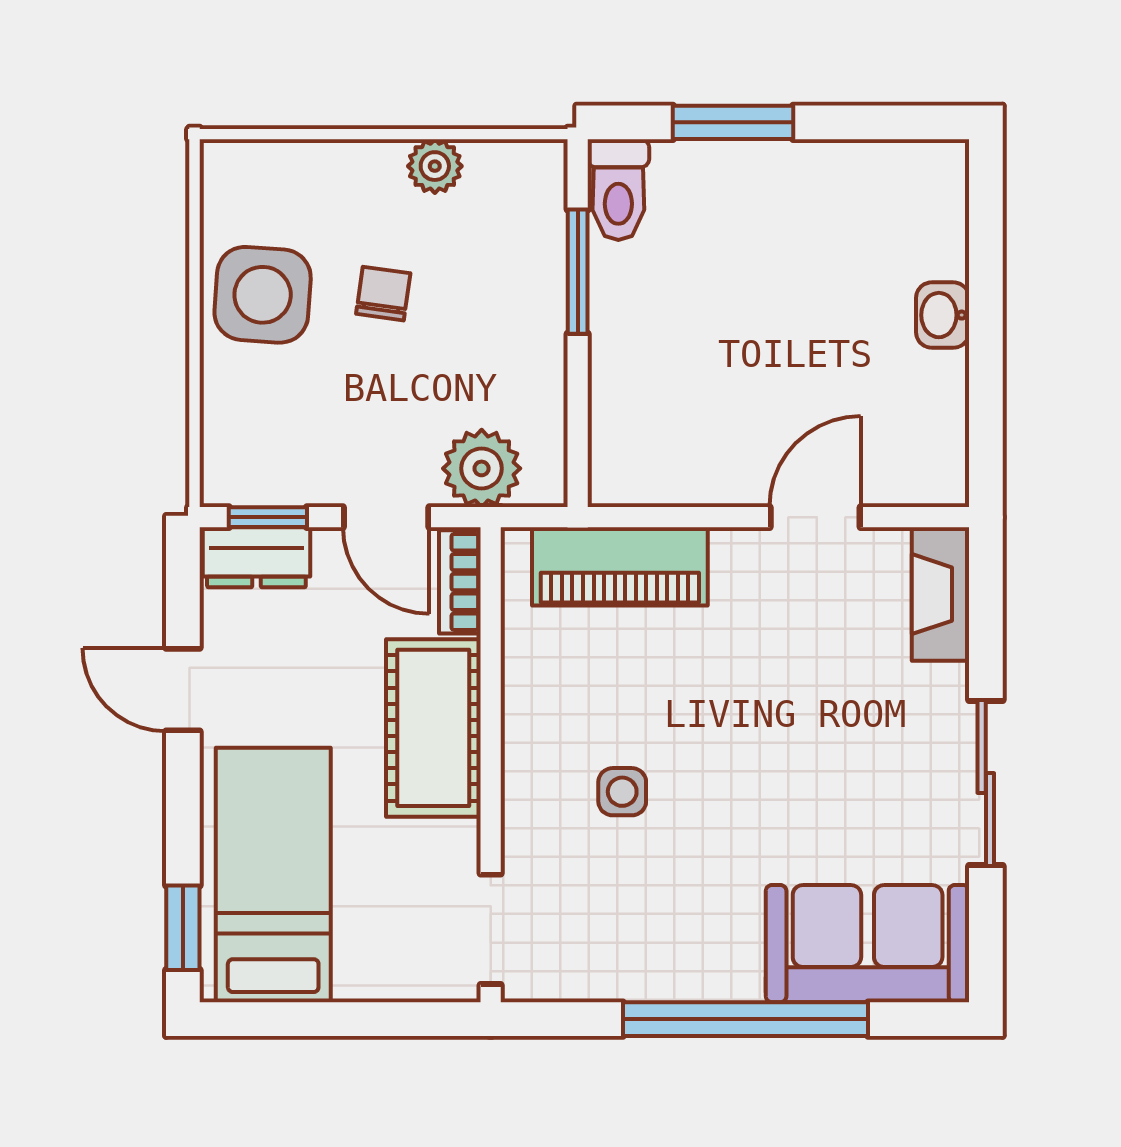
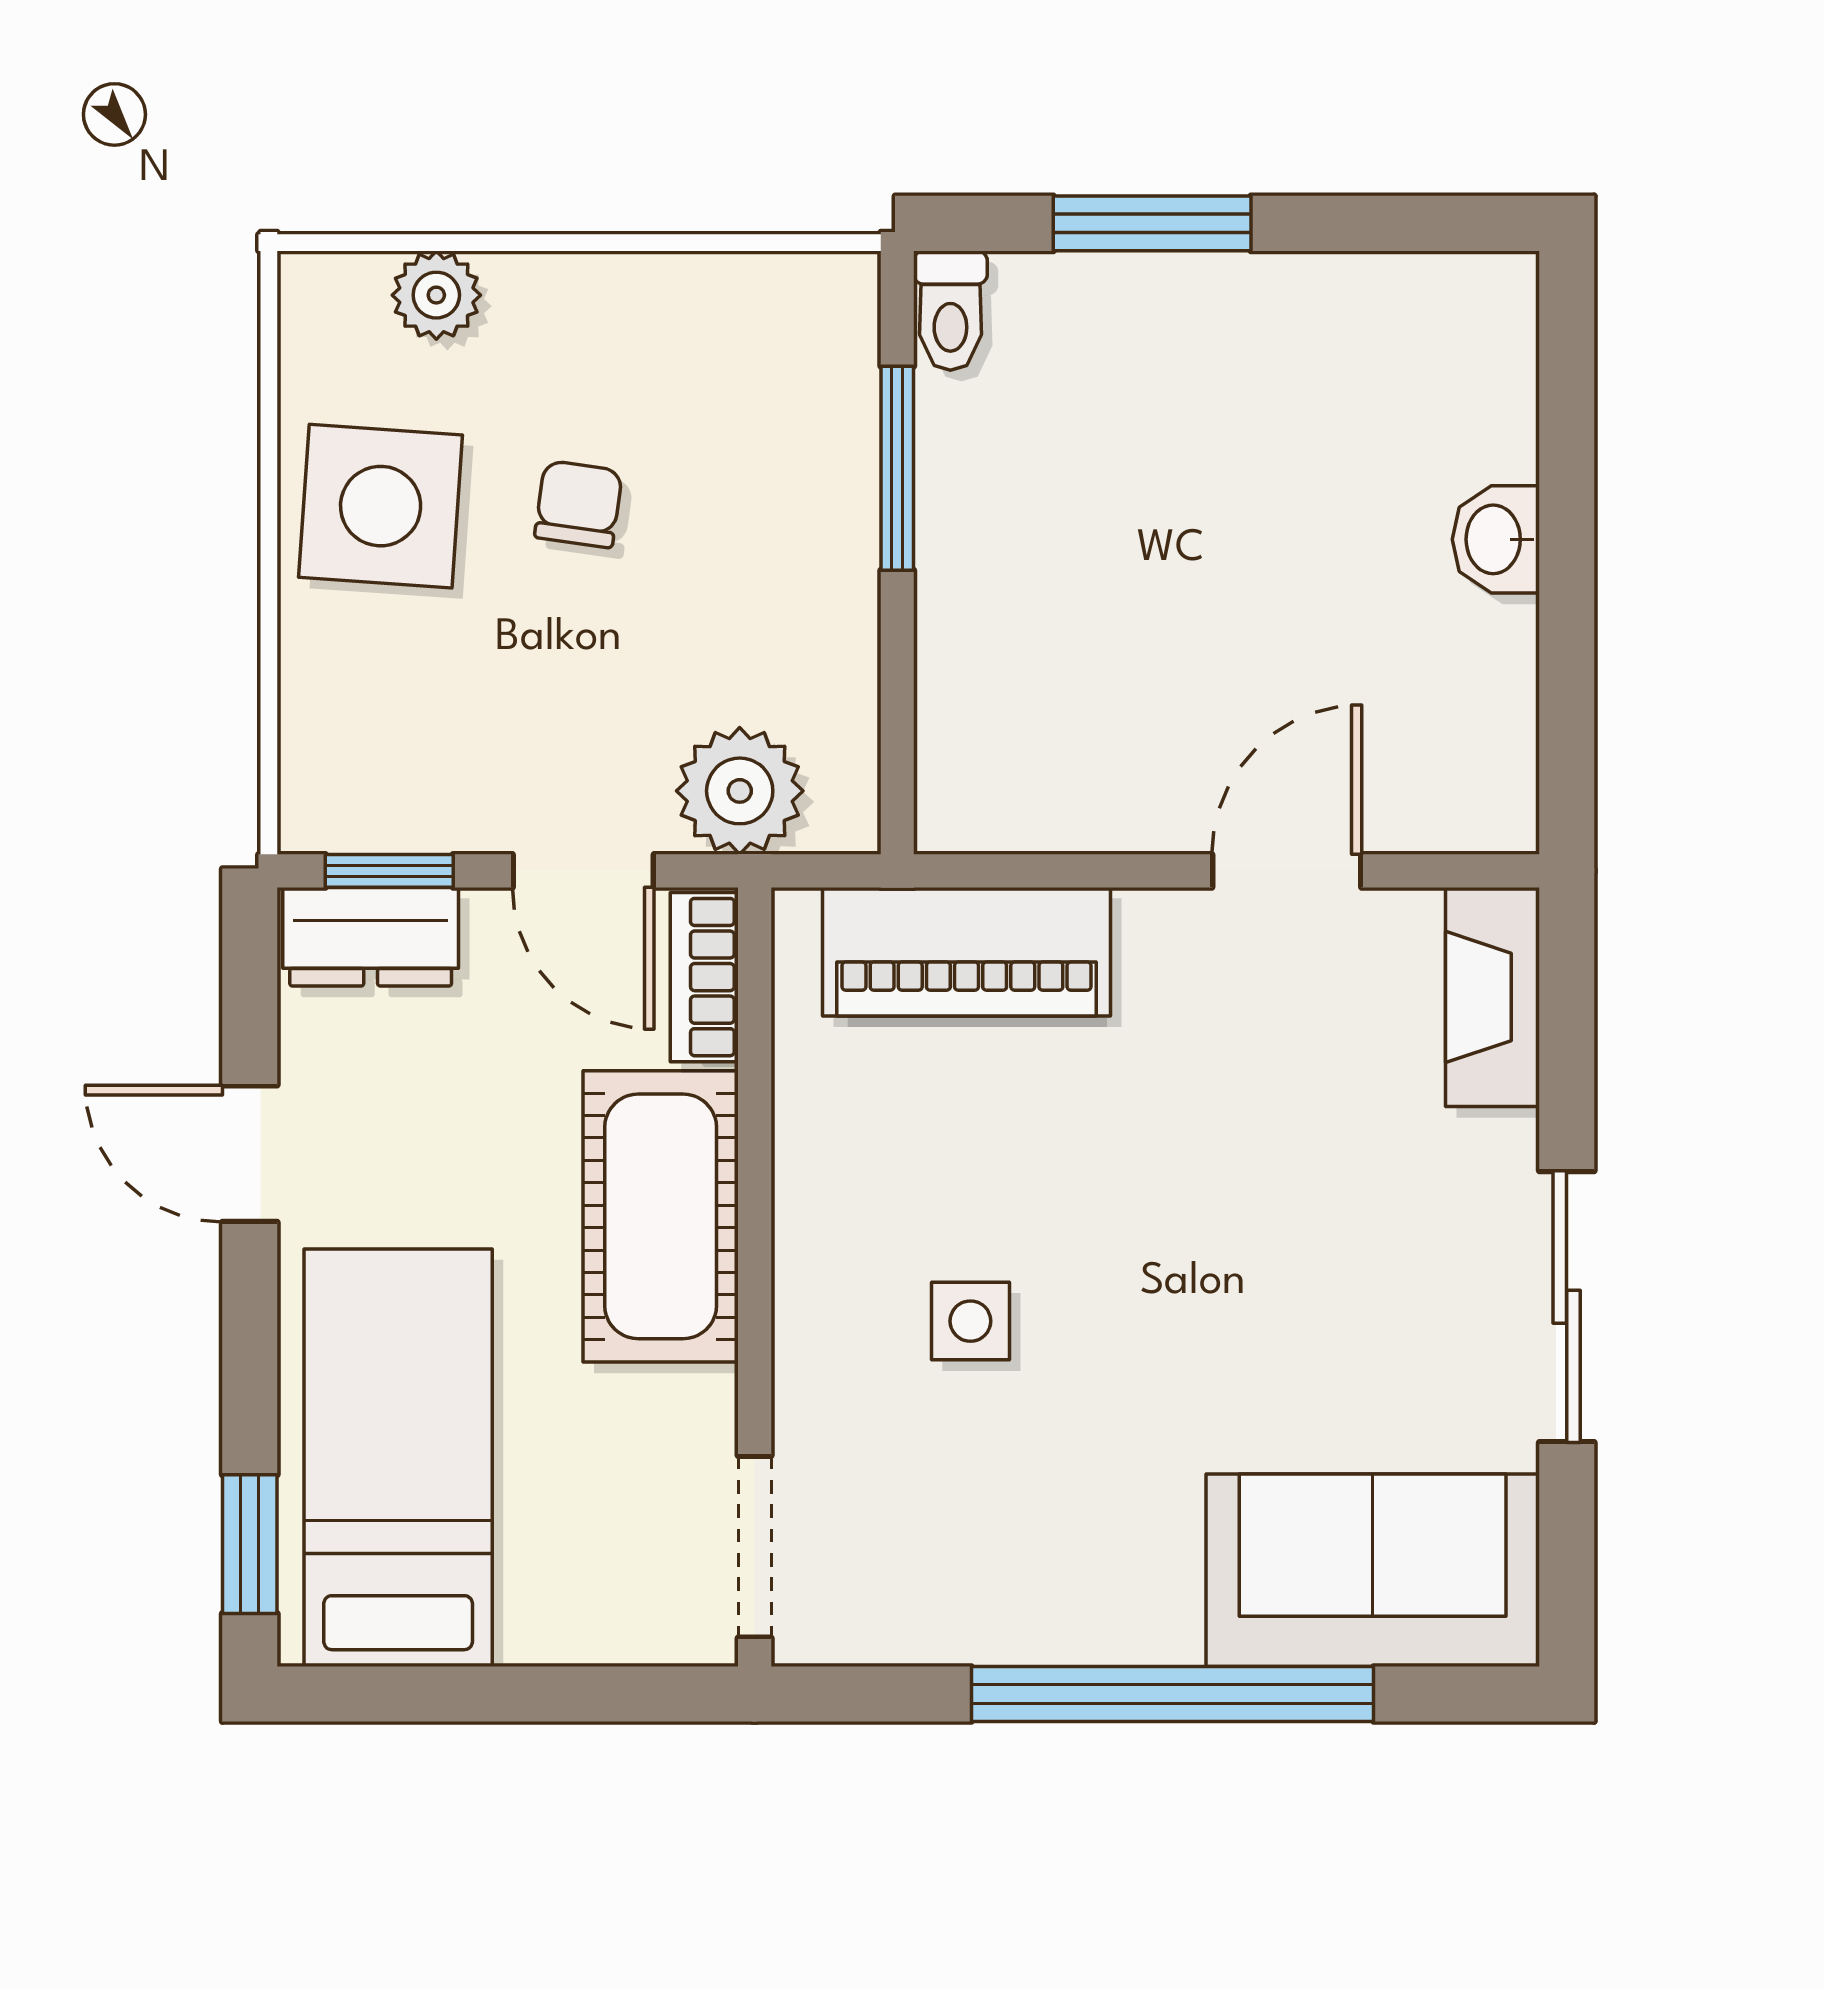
plant: (435, 166) -> (436, 295), moved
toilet: (618, 190) -> (950, 311), width x0.73, depth x0.72

